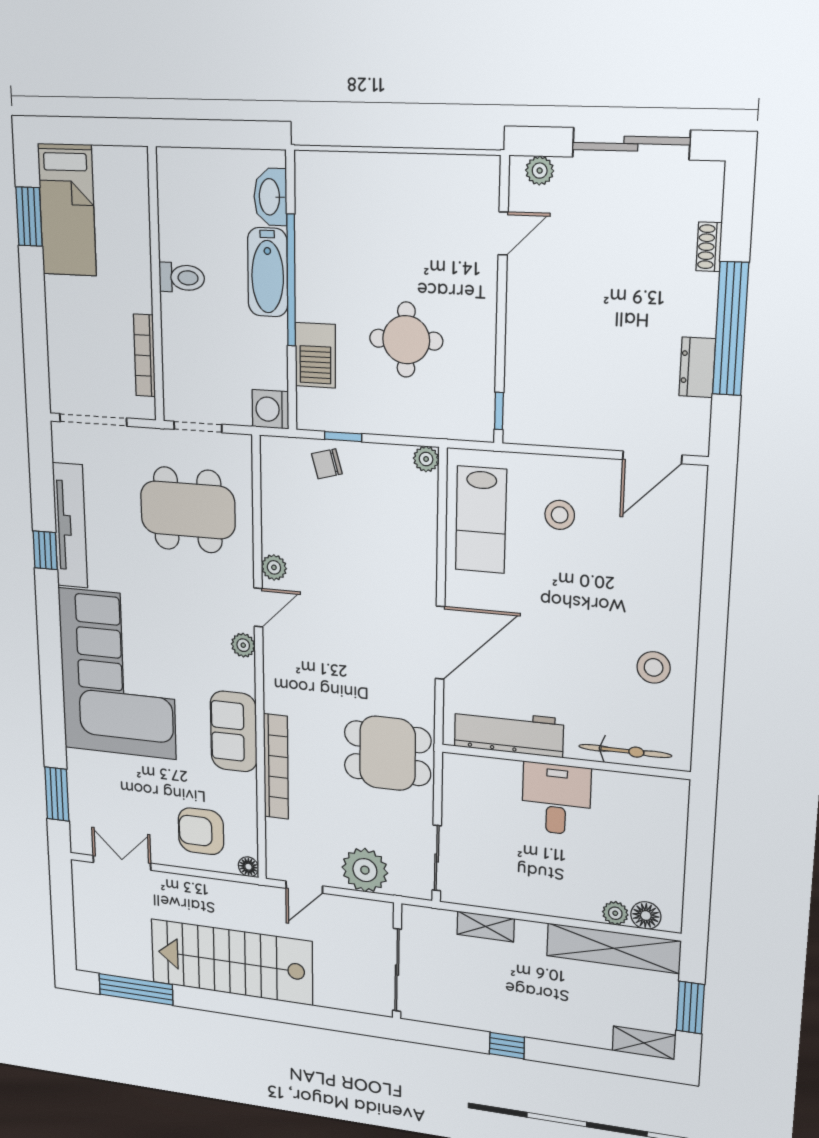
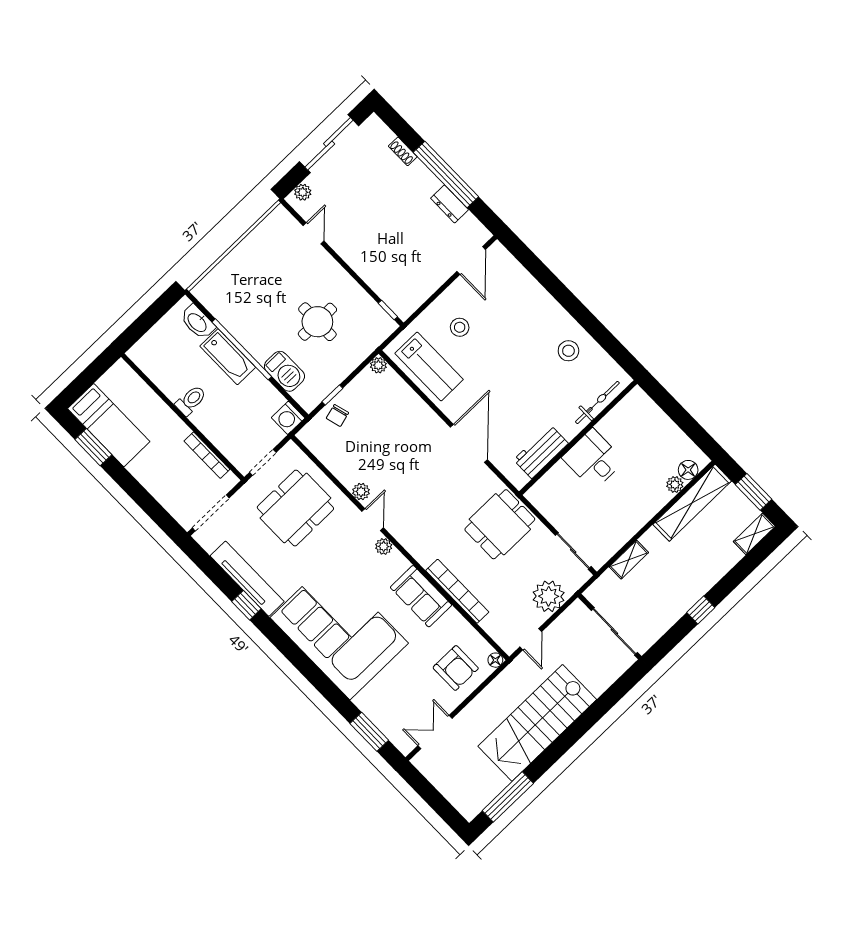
workbench: (509, 733) -> (541, 452), width x0.73
armchair: (201, 831) -> (456, 668), turned -90

